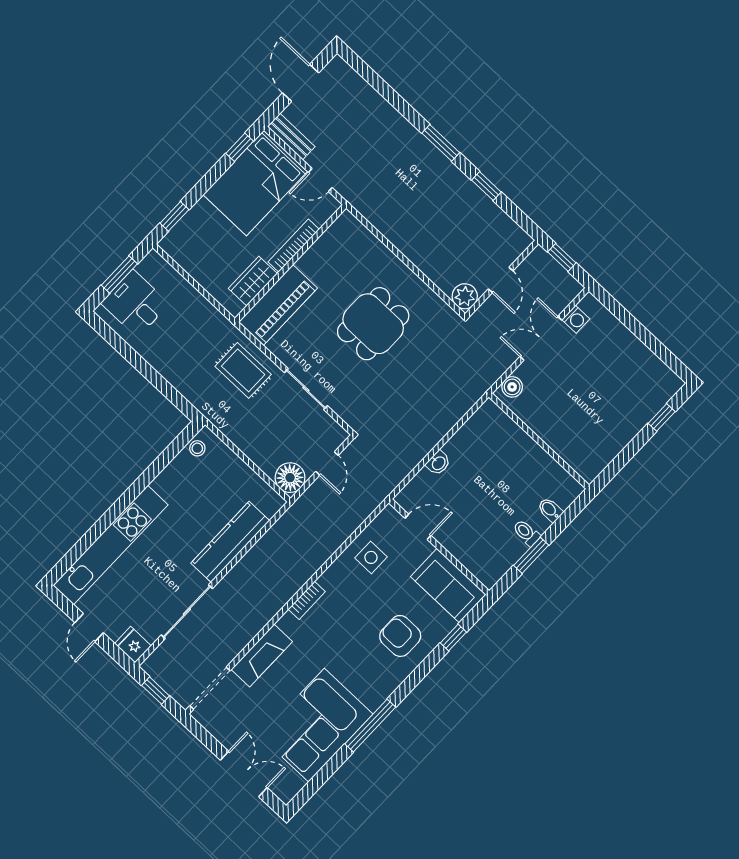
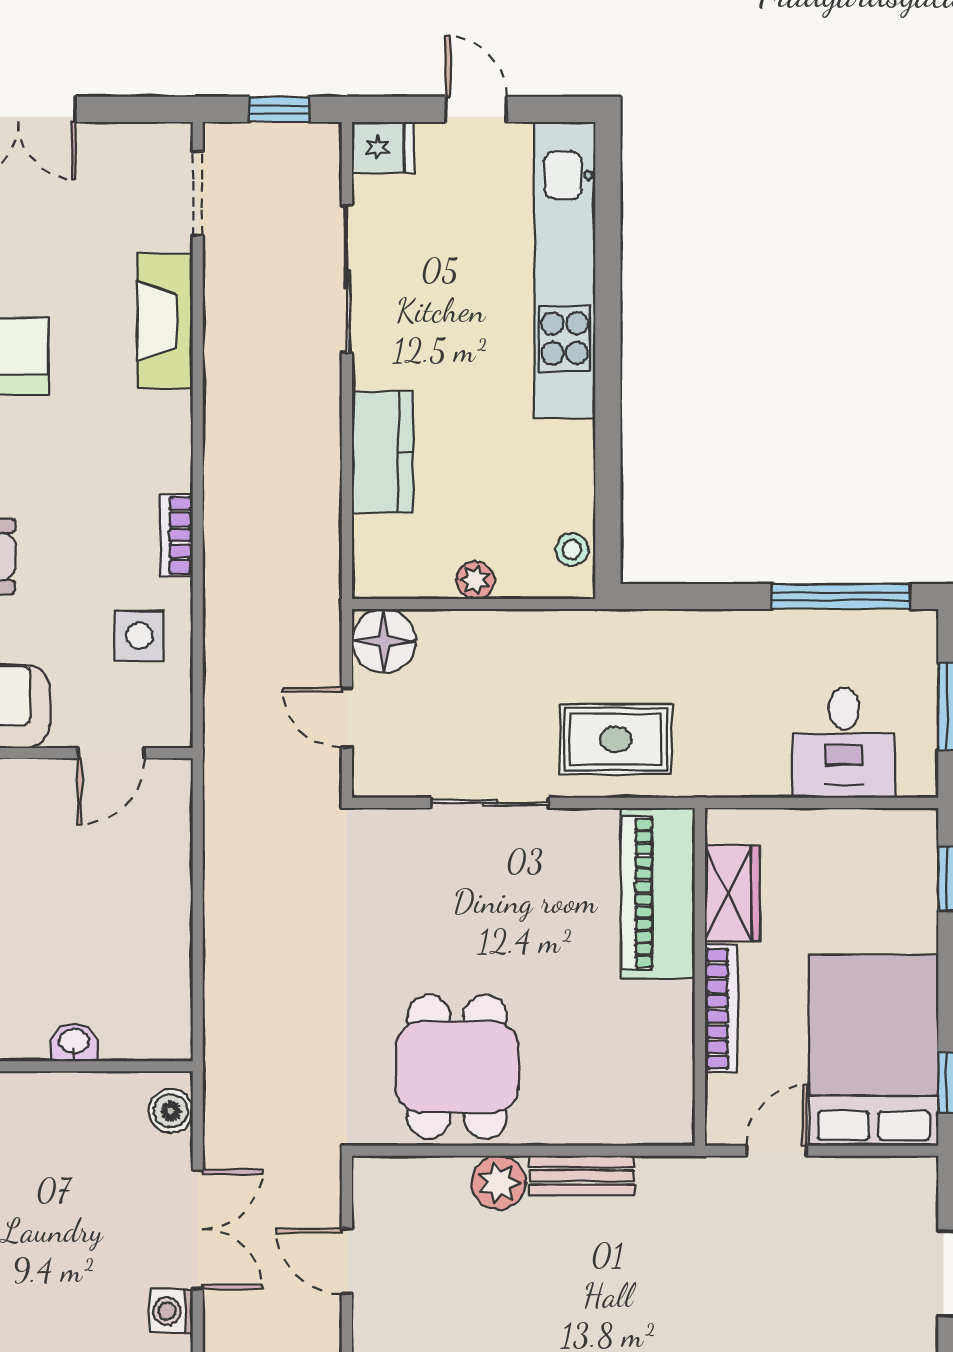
bench: (291, 137) -> (582, 1176), moved
plant: (465, 296) -> (499, 1183), moved
desk: (135, 303) -> (844, 743), moved, turned 90
dining table: (373, 324) -> (457, 1067), moved
window: (122, 347) -> (841, 597), added
washbasin: (438, 463) -> (74, 1042), moved, turned 90
plant: (240, 469) -> (475, 580), added
kitchen counter: (230, 542) -> (382, 452), width x0.67
bookcase: (307, 600) -> (176, 535), moved
doorway: (210, 688) -> (198, 193), width x0.73

